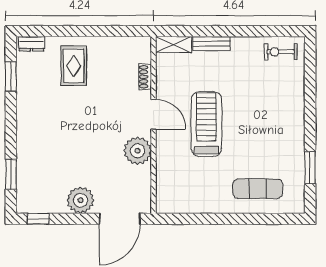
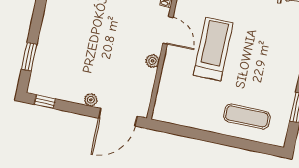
plant: (138, 151) -> (153, 61), width x0.53, depth x0.53
plant: (80, 200) -> (91, 100), width x0.53, depth x0.53

